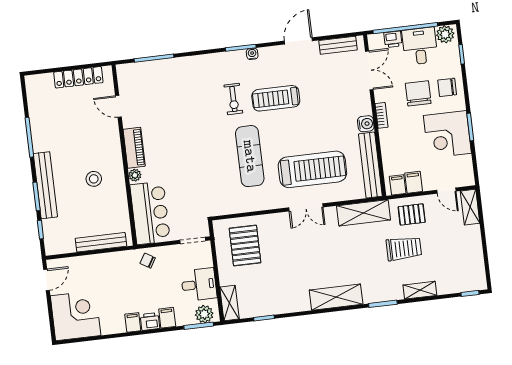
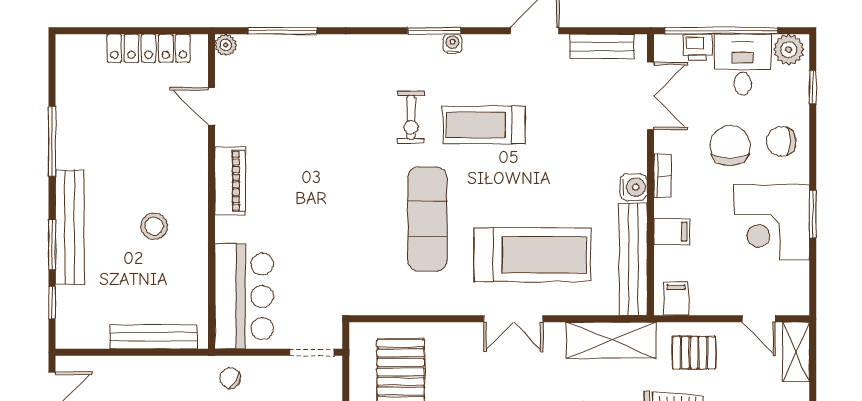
plant: (135, 175) -> (226, 45), moved
filing cabinet: (414, 182) -> (672, 232), moved, turned 90

